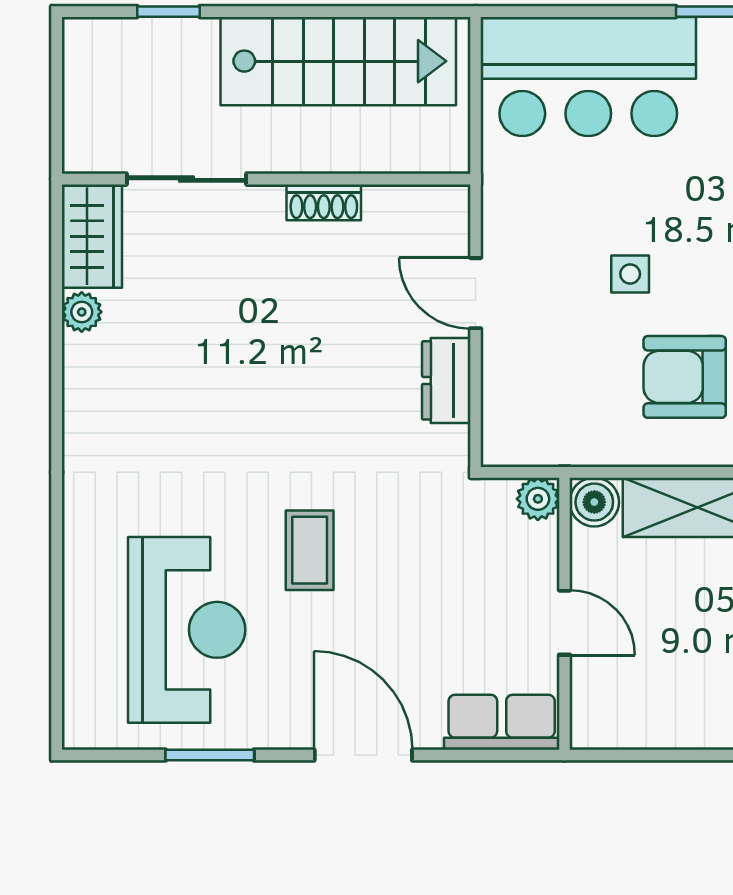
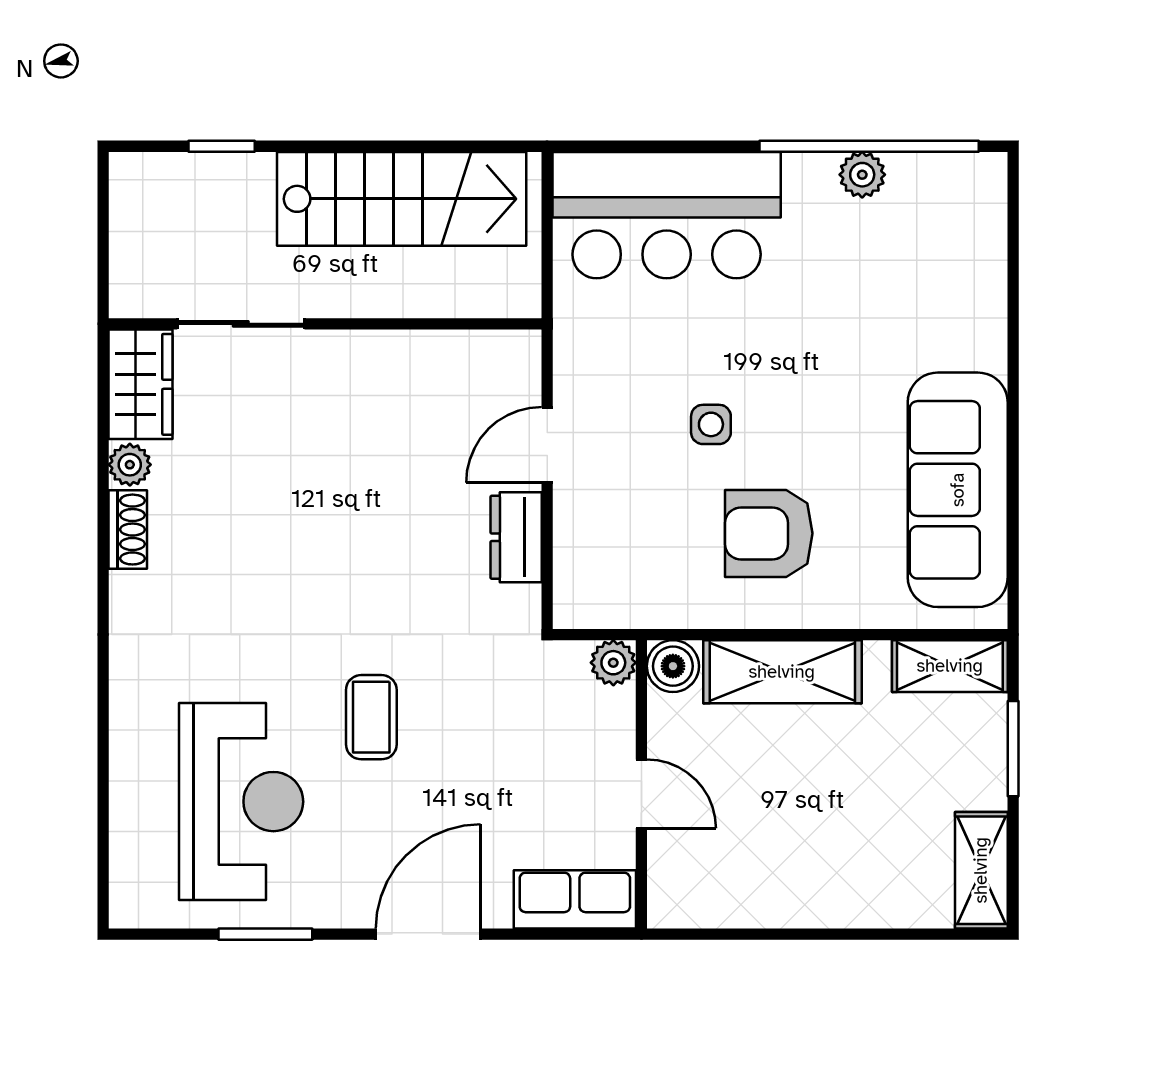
shoe rack: (324, 202) -> (128, 530), moved, turned -90
door: (475, 293) -> (547, 445), hinge flipped
door: (363, 755) -> (428, 934), hinge flipped

